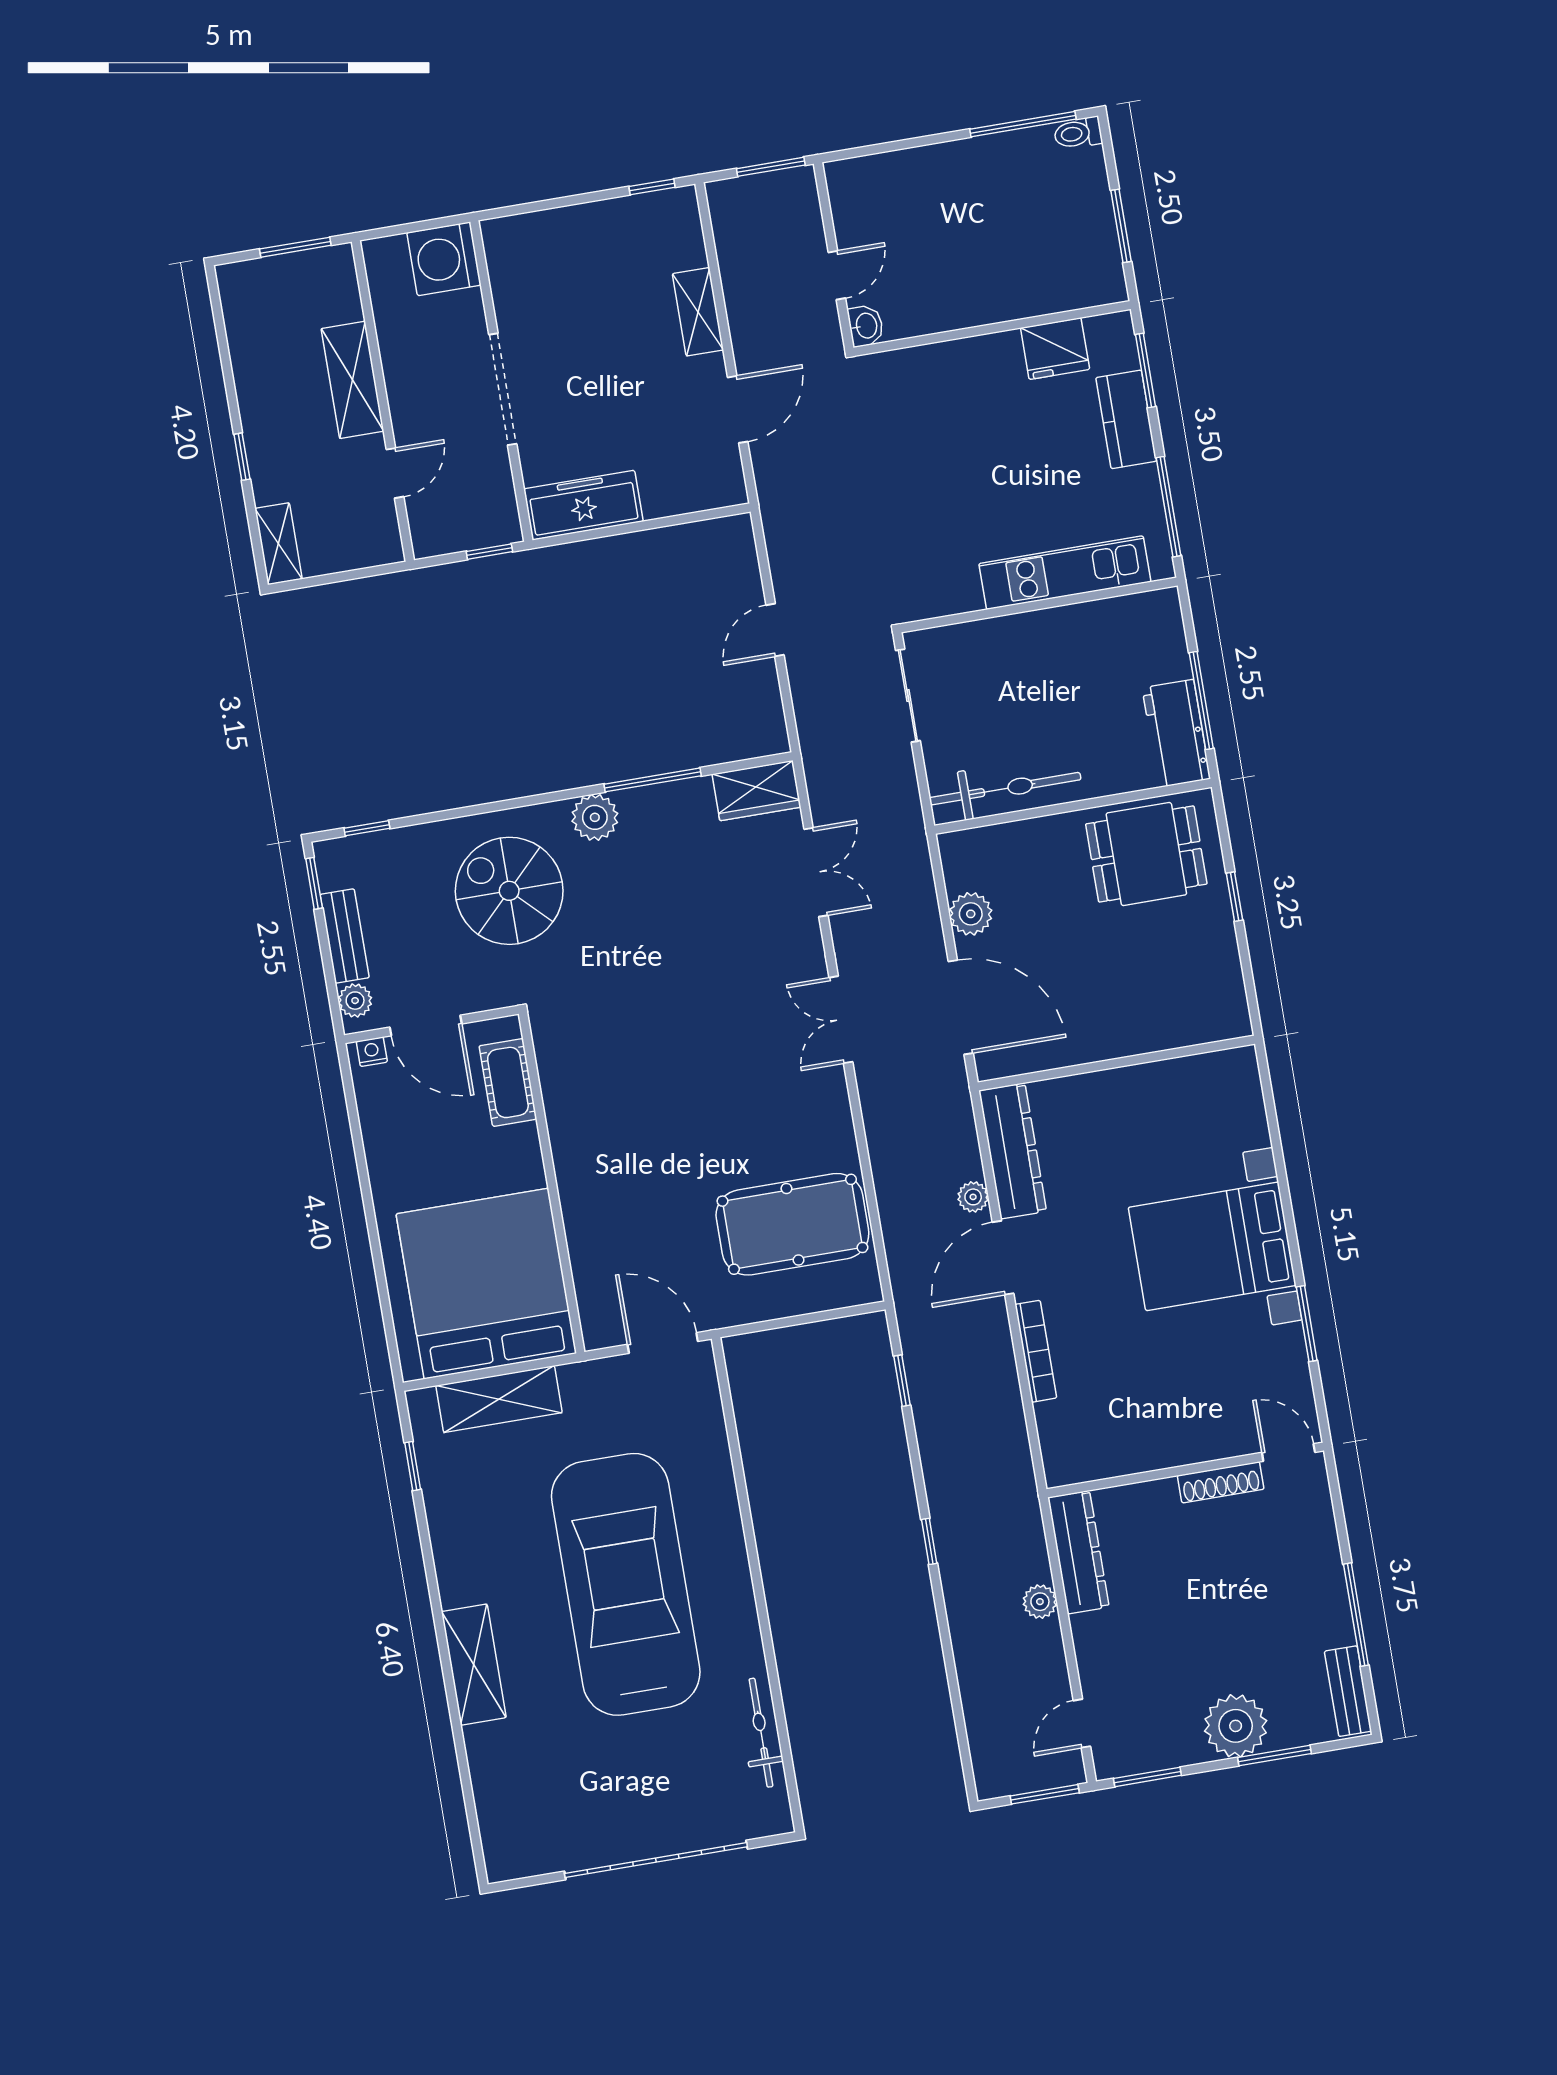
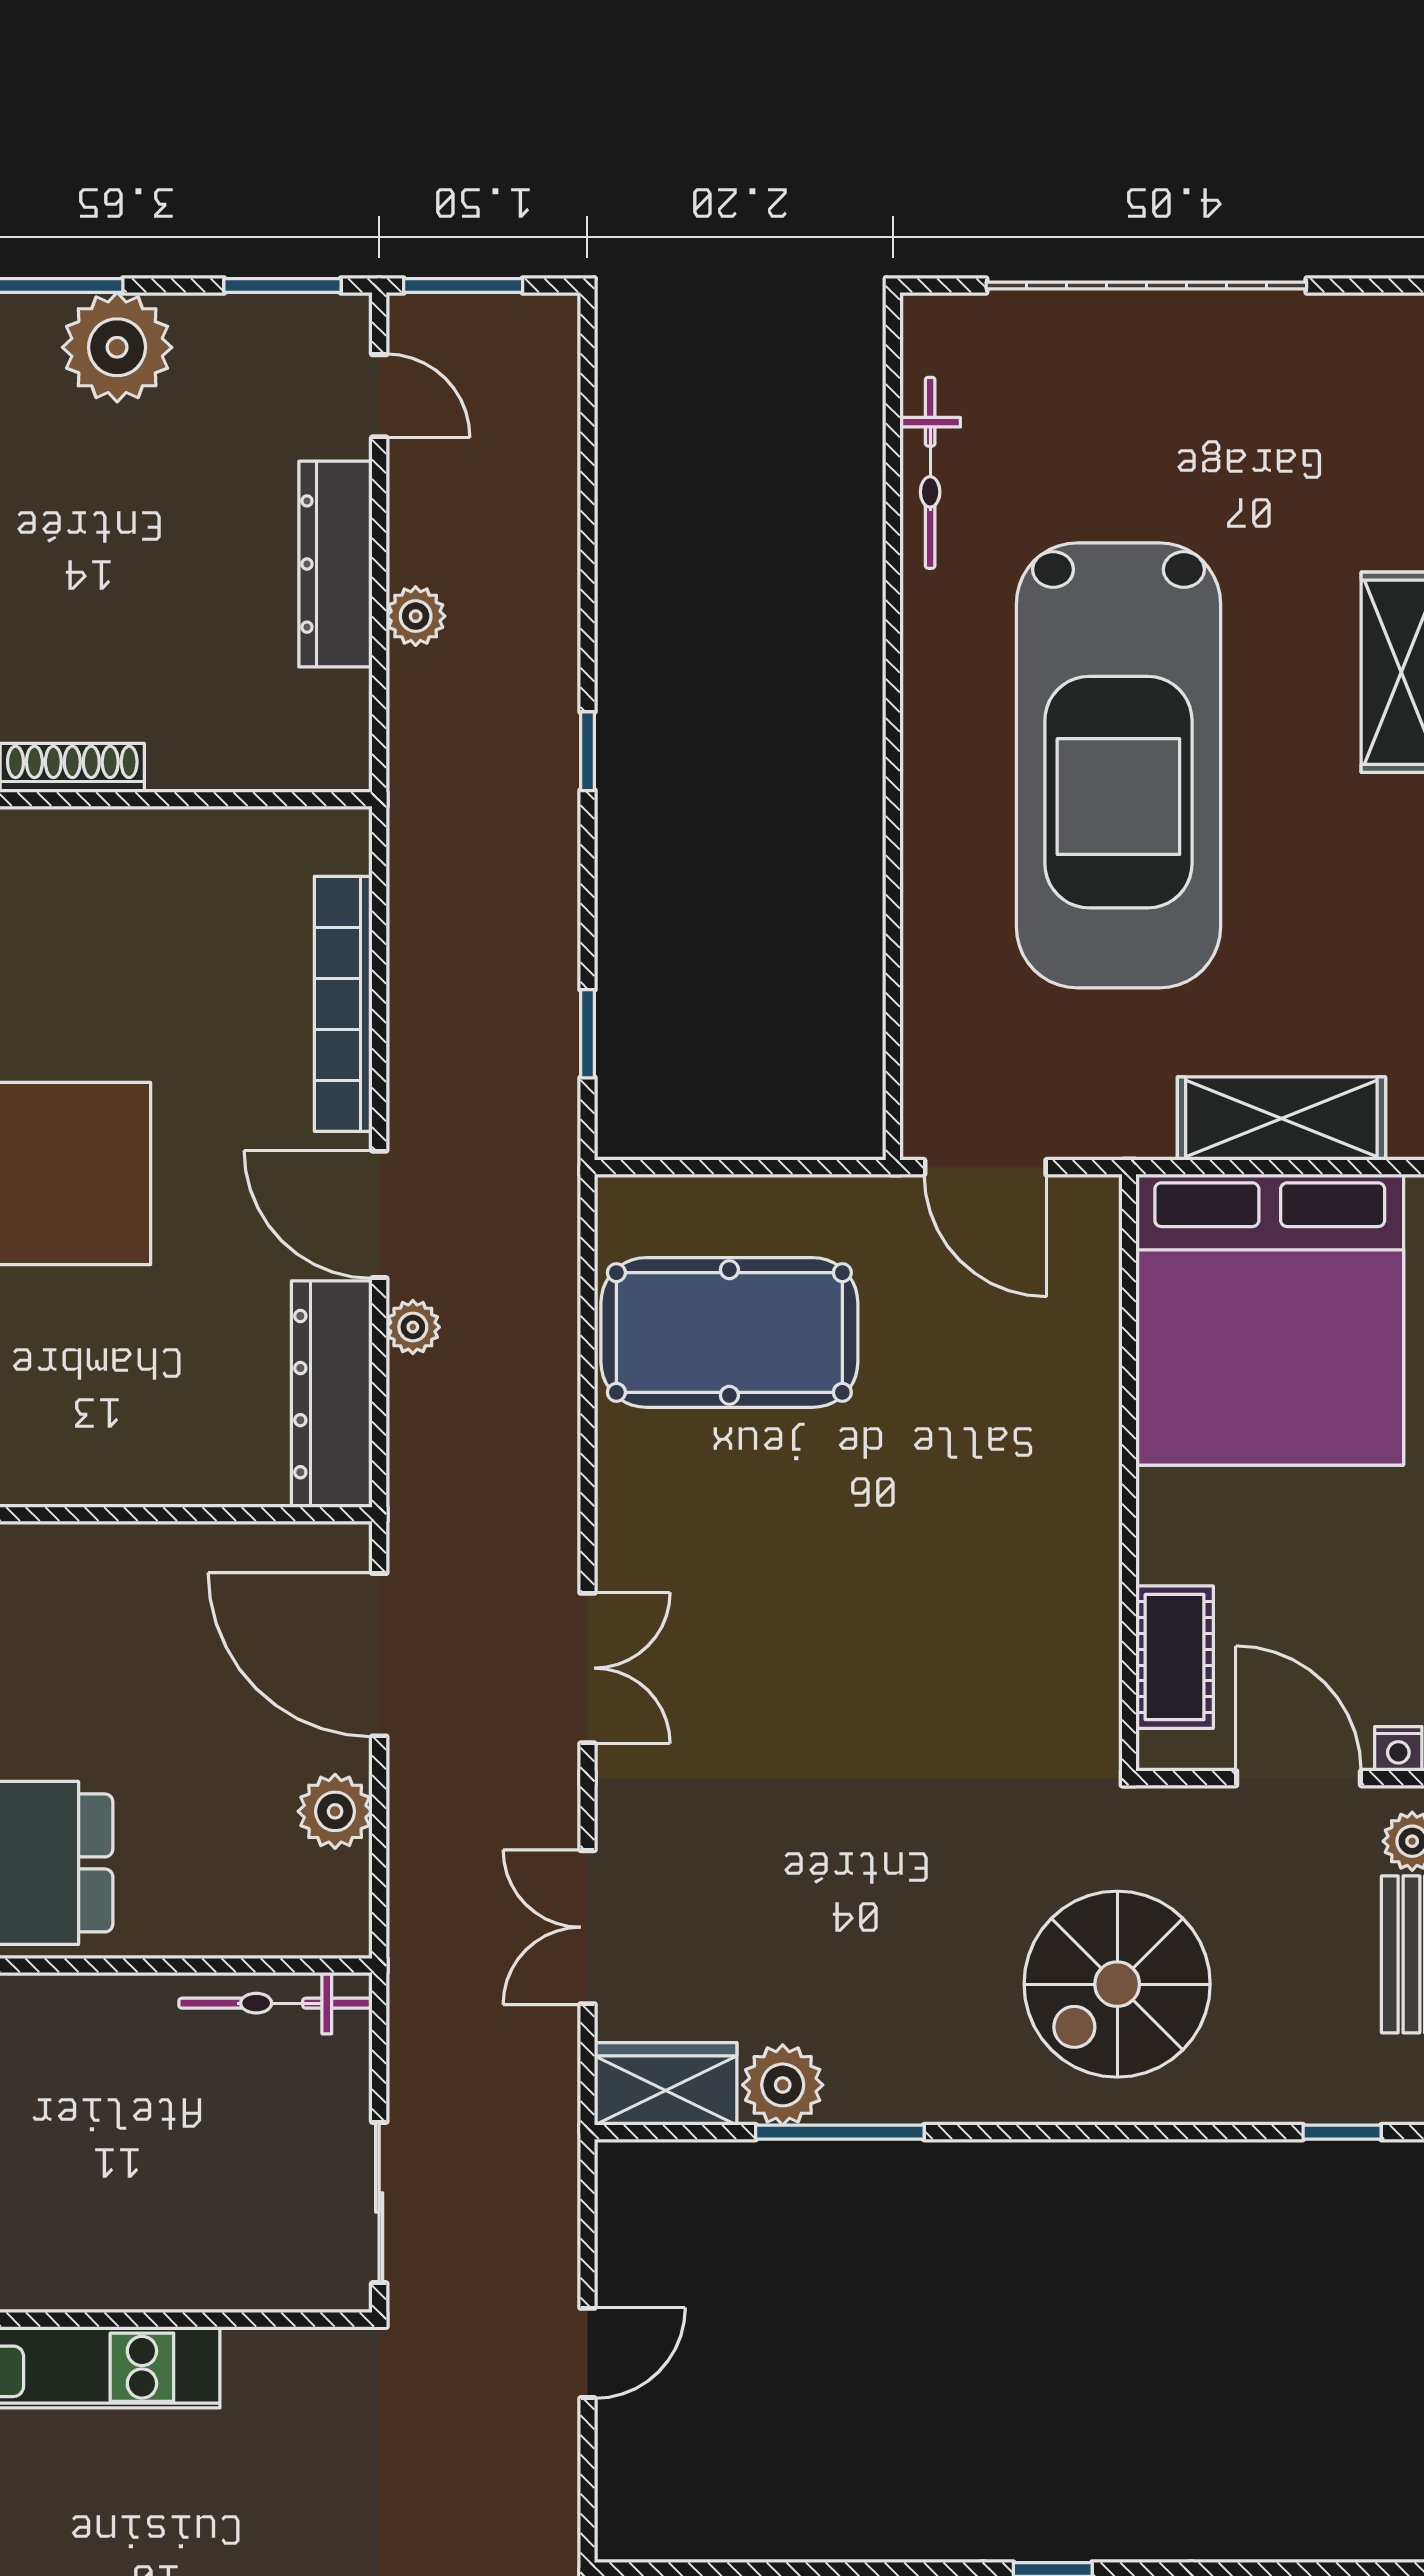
bicycle: (1005, 789) -> (276, 2003), width x0.73, depth x0.71
plant: (595, 817) -> (783, 2085), moved
spiral stairs: (509, 891) -> (1117, 1984), turned 90
door: (1003, 1258) -> (379, 1214), swing flipped
bookcase: (1036, 1351) -> (343, 1004), width x1.48, depth x1.31
dresser: (1078, 1552) -> (336, 564), moved
door: (1082, 1723) -> (379, 396), hinge flipped

